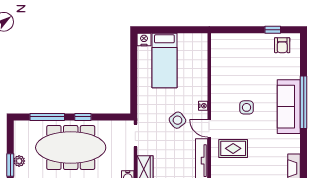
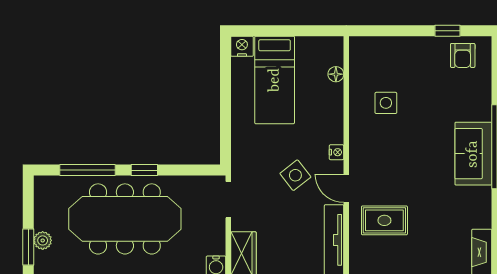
floor lamp: (203, 57) -> (336, 74), added
side table: (247, 107) -> (386, 103), moved
sofa: (289, 107) -> (473, 154), width x0.73

